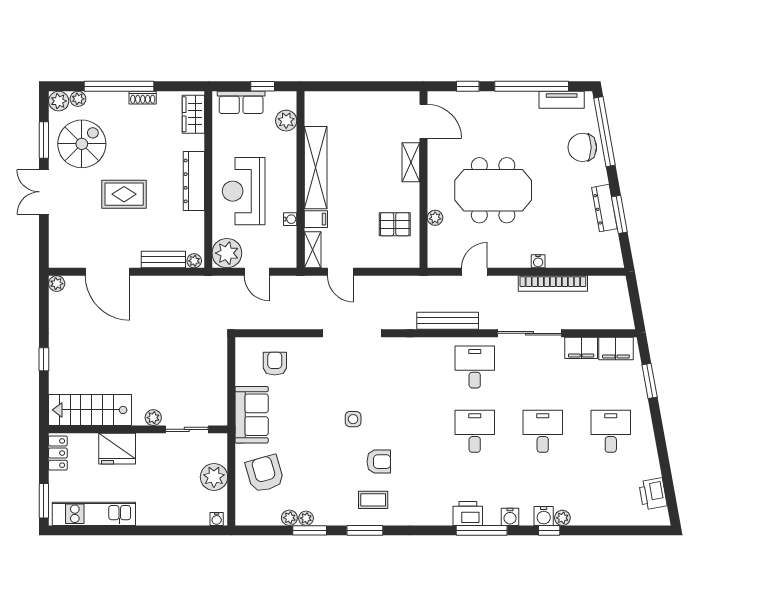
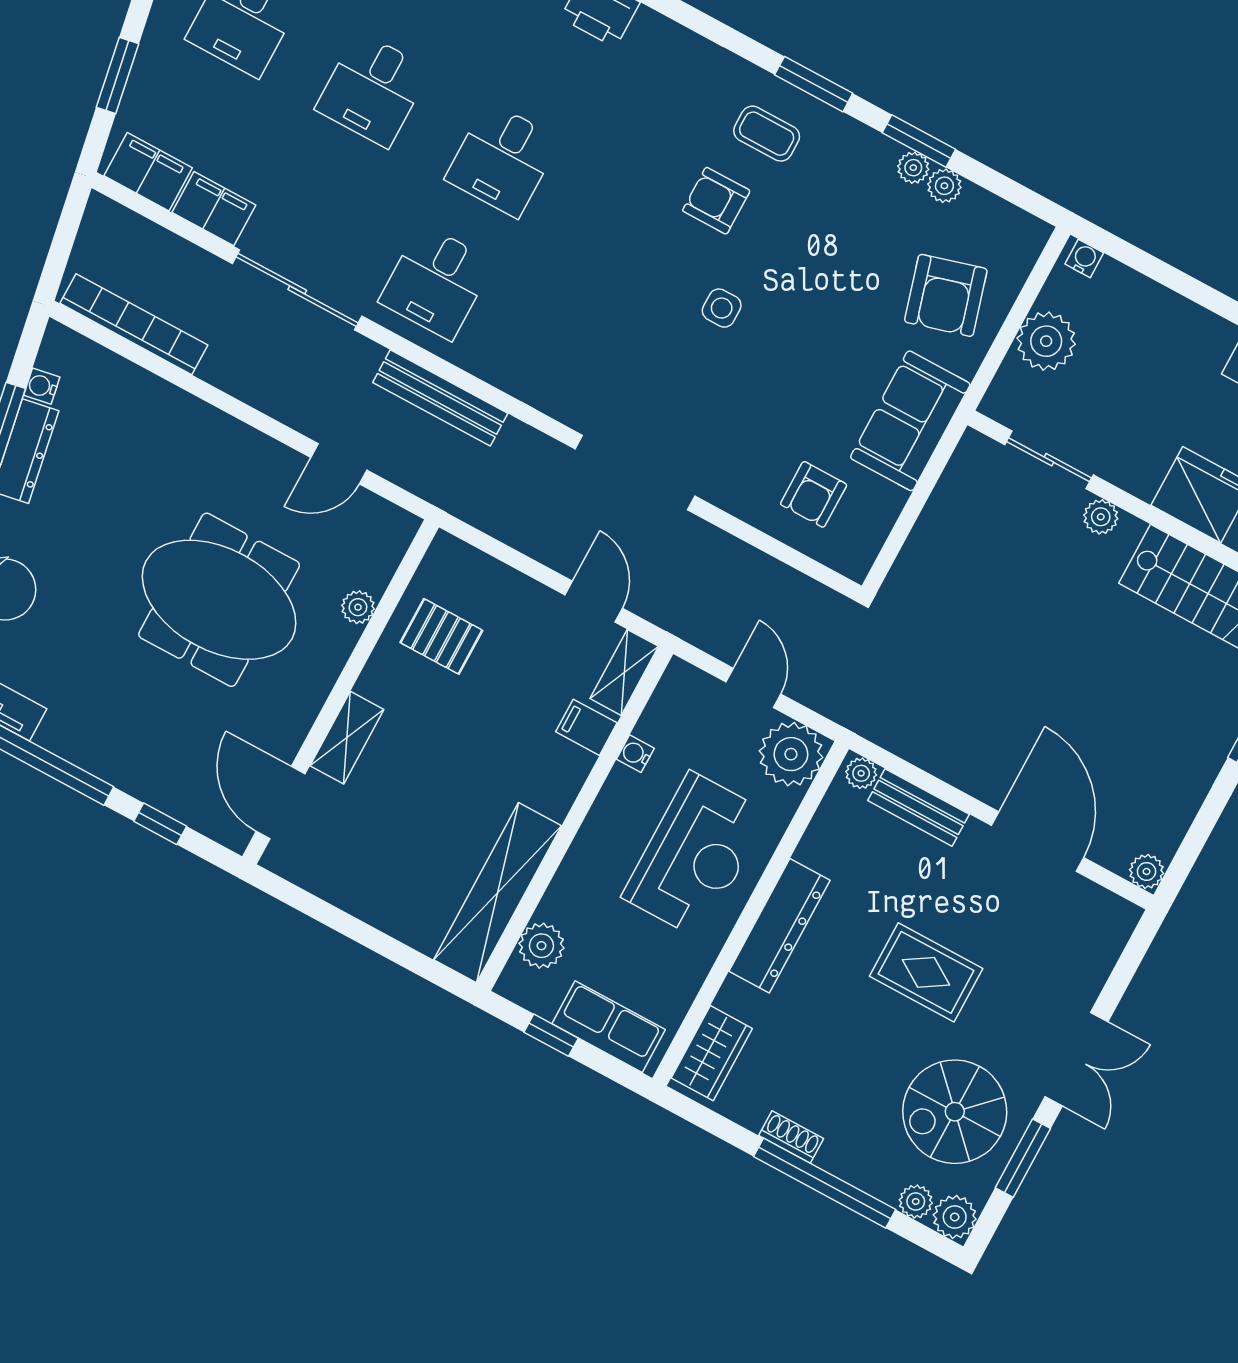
shelving: (316, 168) -> (498, 893), moved
water cooler: (538, 261) -> (42, 386), moved, turned -100
bookcase: (553, 283) -> (134, 324), moved

